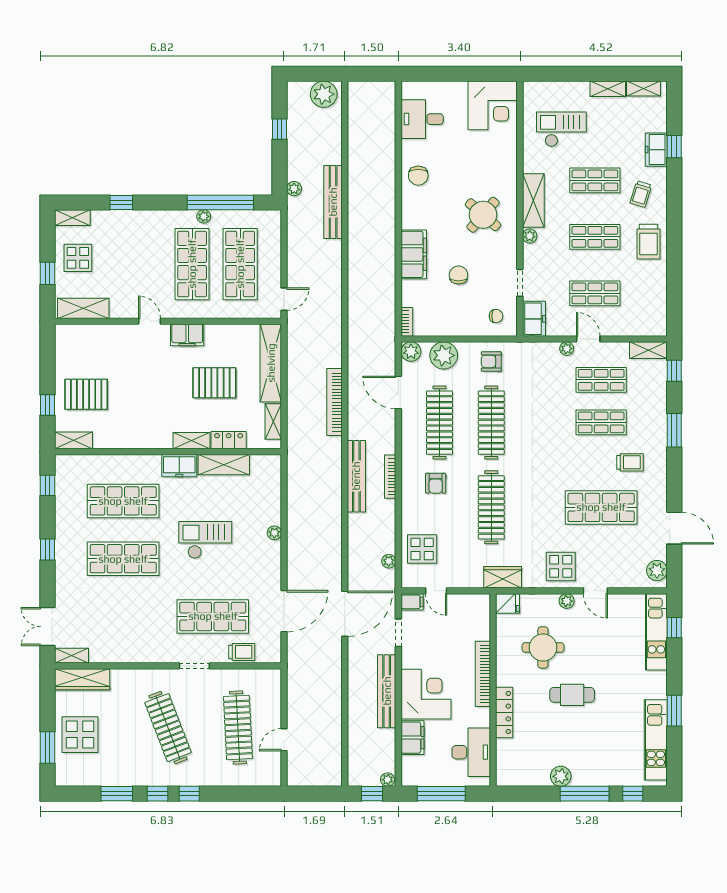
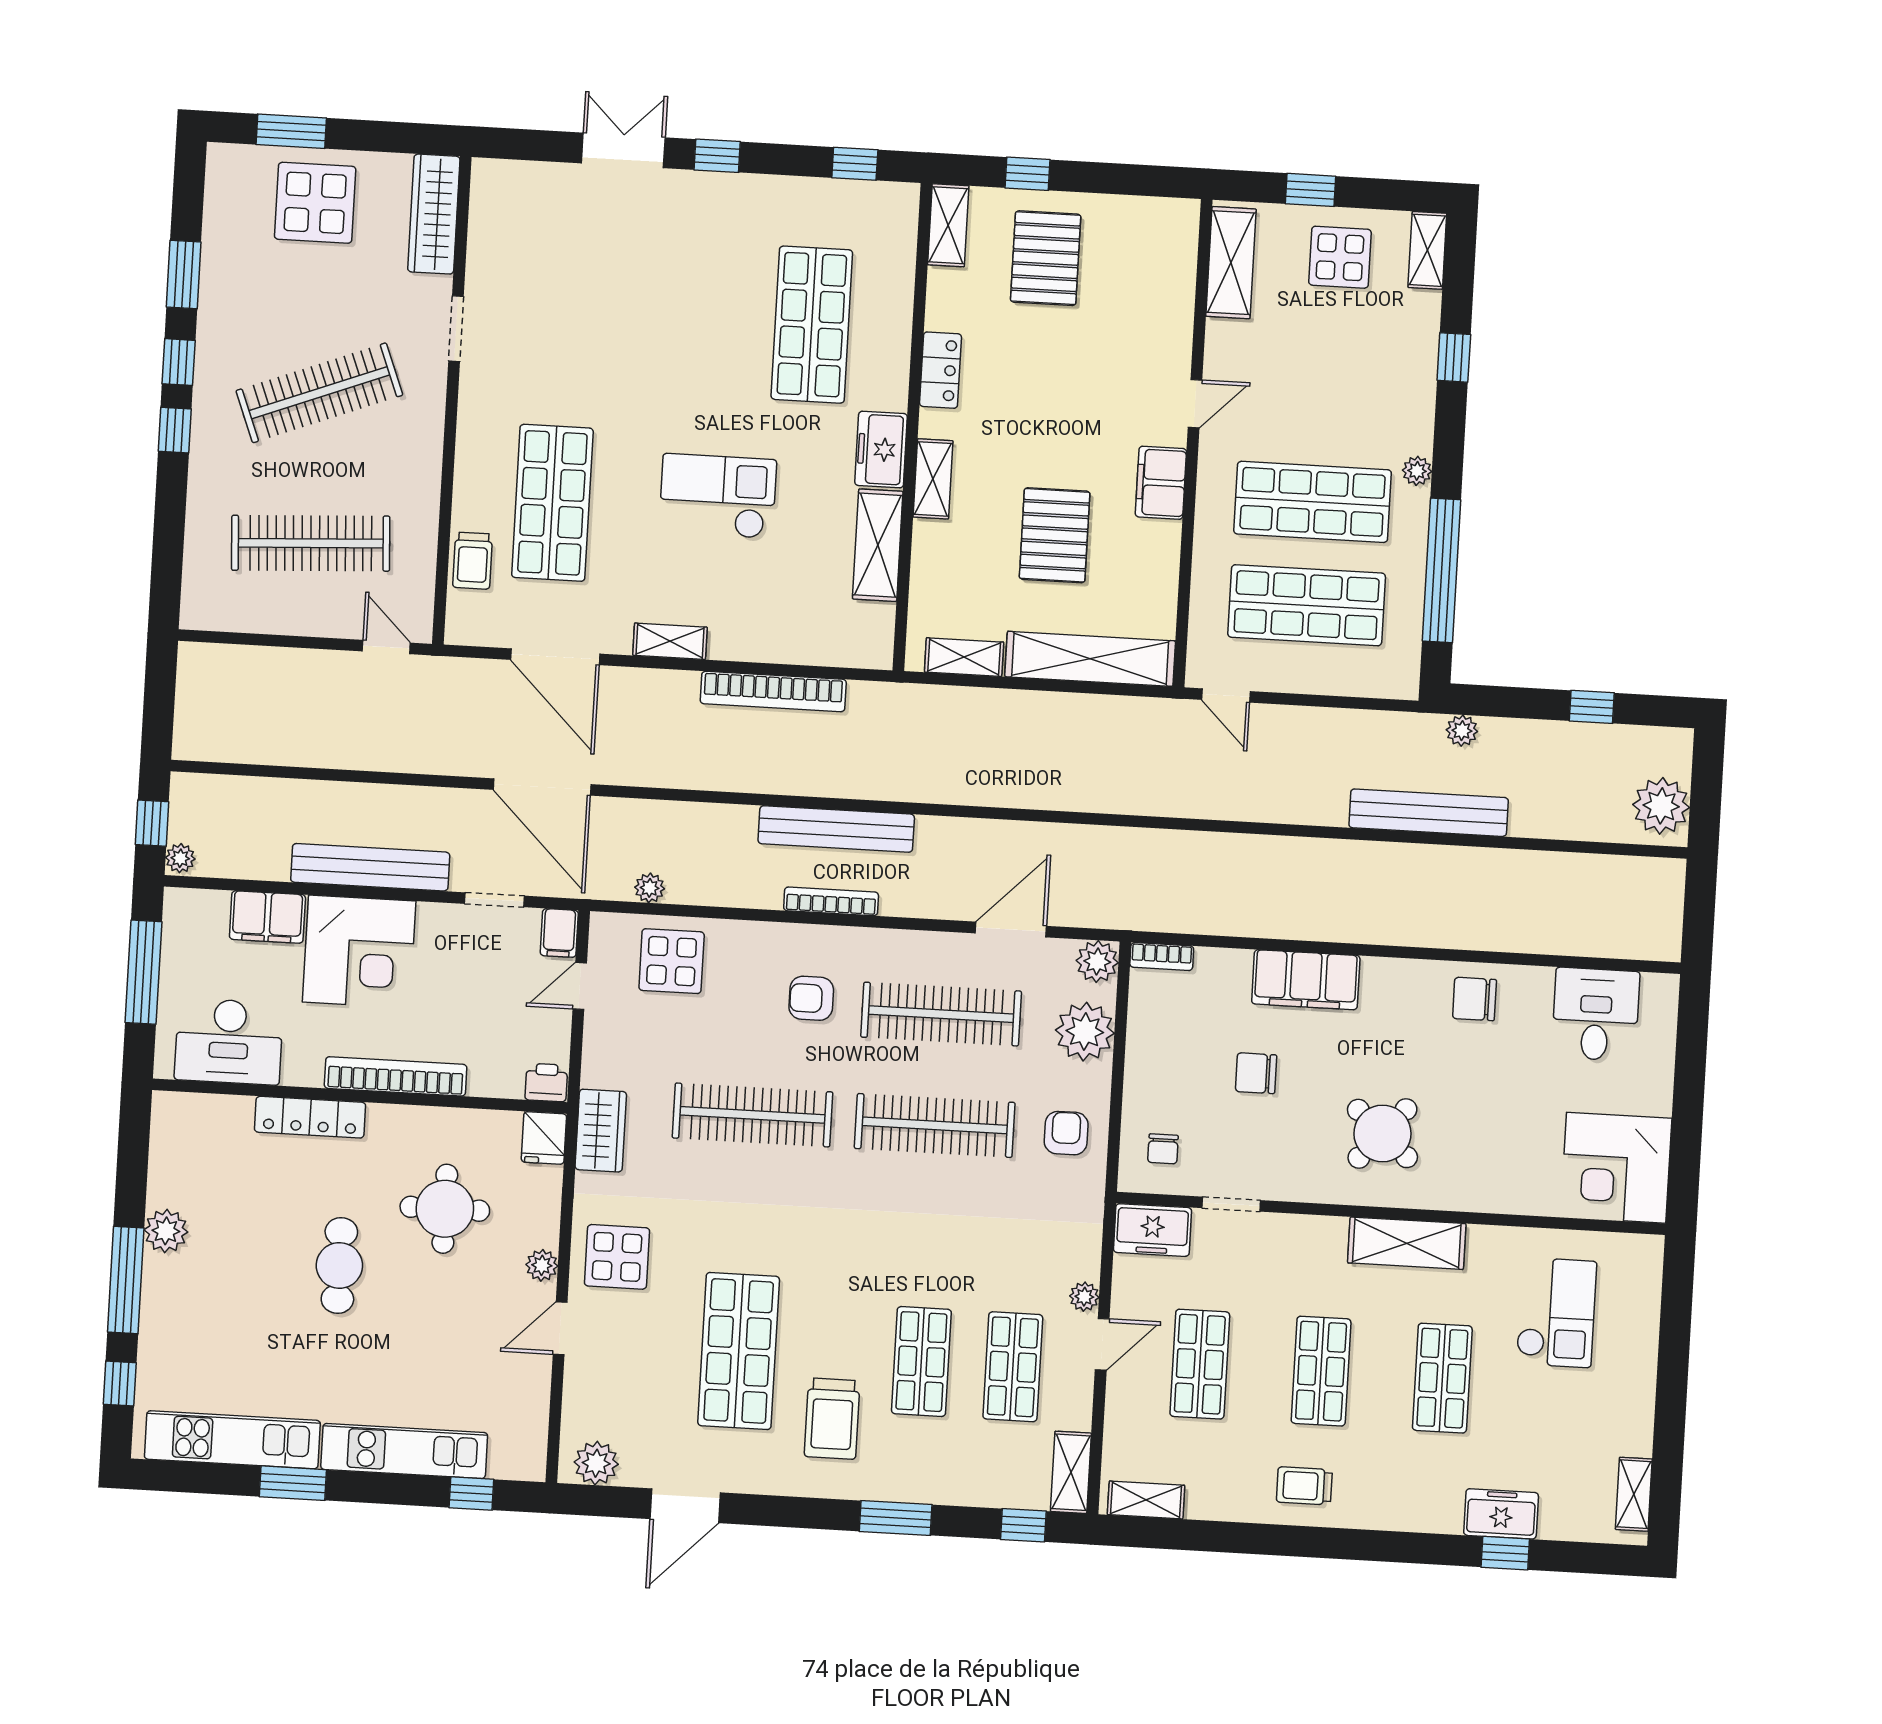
shelving: (608, 89) -> (1146, 1500), moved, turned 90
trolley: (641, 194) -> (1407, 1475), removed
plant: (204, 216) -> (1417, 471), moved
plant: (530, 236) -> (1331, 1231), removed
trolley: (649, 242) -> (1304, 1486), width x0.73, depth x0.72
chair: (458, 275) -> (1256, 1073), turned 180
bookcase: (334, 402) -> (773, 692), moved, turned 180
locker: (229, 440) -> (940, 370), moved
trolley: (630, 462) -> (832, 1419), width x1.36, depth x1.39
plant: (274, 533) -> (724, 646), removed
checkout: (205, 540) -> (718, 496), turned -90
shop shelf: (123, 559) -> (688, 317), removed
printer: (482, 604) -> (546, 1083), added
double door: (47, 627) -> (623, 150), moved
kitchen unit: (656, 632) -> (404, 1451), moved
shelving: (71, 656) -> (670, 641), moved, turned 90
doorway: (194, 666) -> (456, 329), moved
door: (284, 740) -> (386, 647), moved

